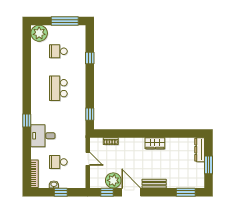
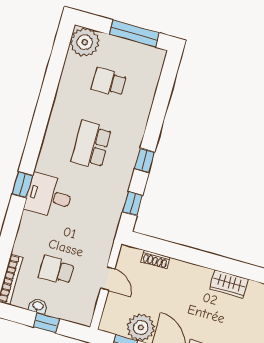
window: (90, 58) -> (145, 160), moved
desk: (43, 136) -> (49, 196), moved

